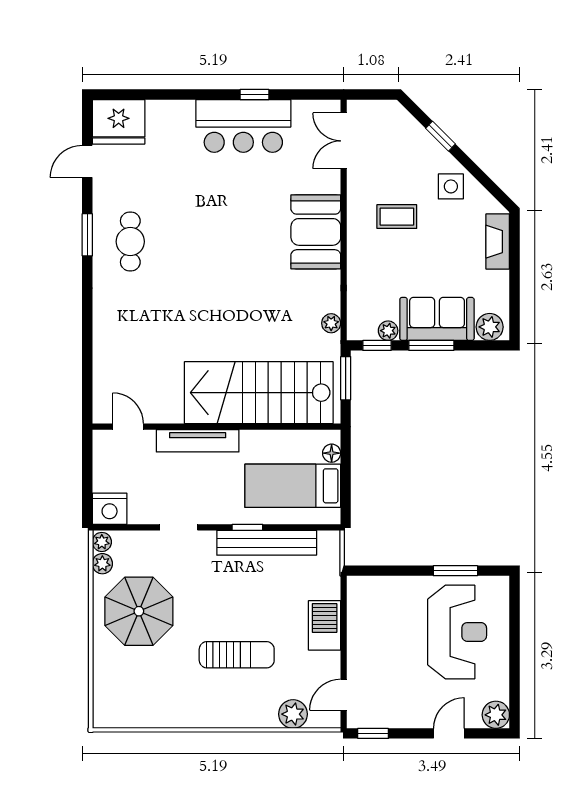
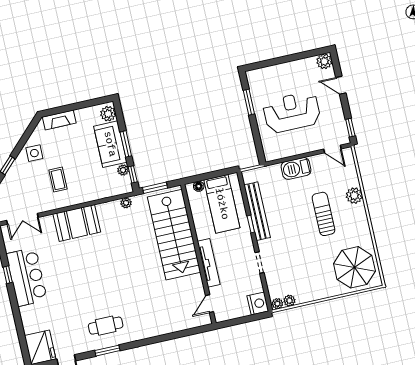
parasol: (139, 611) -> (354, 267), moved
reception desk: (457, 632) -> (292, 112), moved
plant: (293, 714) -> (354, 196), moved

